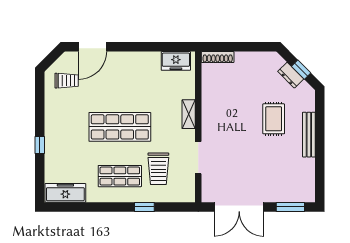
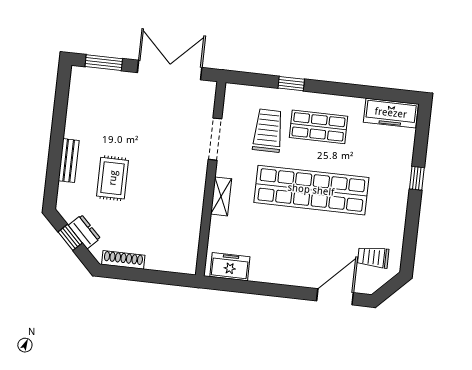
shoe rack: (218, 57) -> (123, 260), moved
shop shelf: (120, 127) -> (311, 190), width x1.40
bench: (309, 135) -> (69, 161), width x0.73

